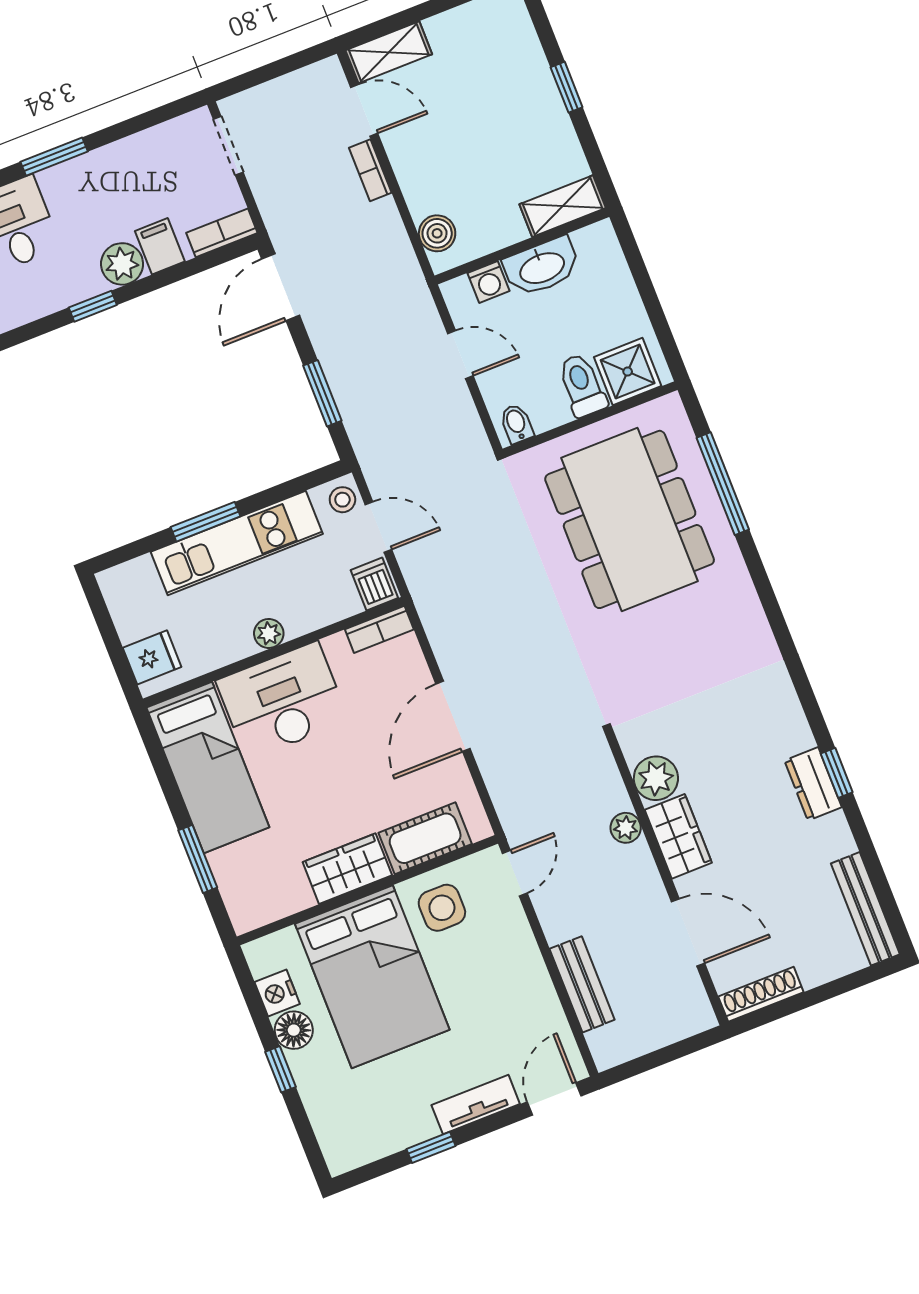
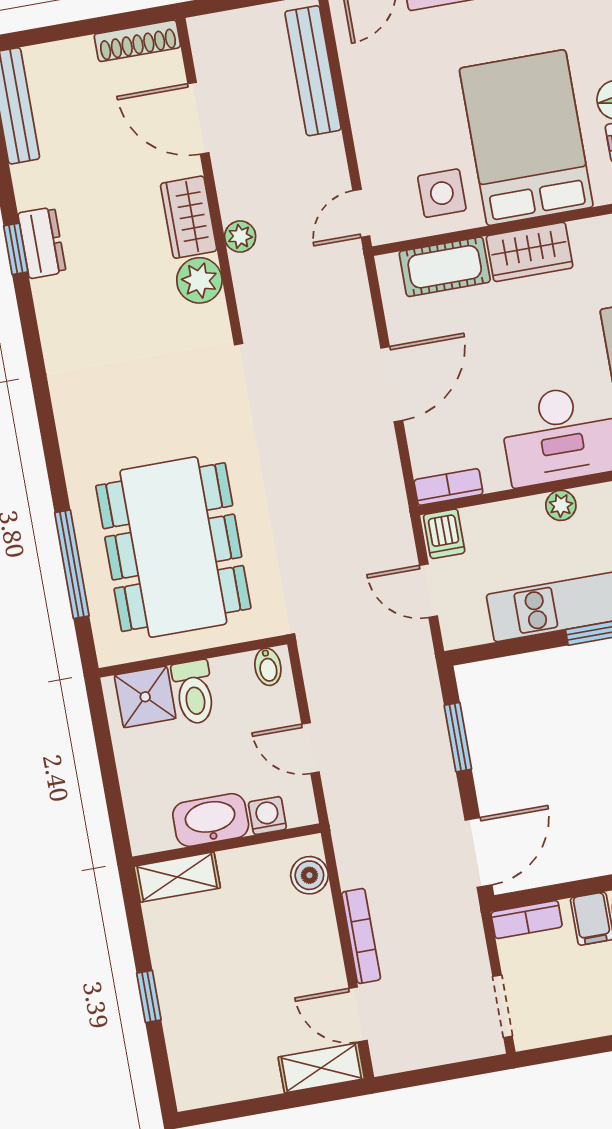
bookcase: (370, 170) -> (361, 936), width x1.56
stool: (342, 500) -> (459, 626), removed
bench: (582, 984) -> (313, 71), width x1.36

